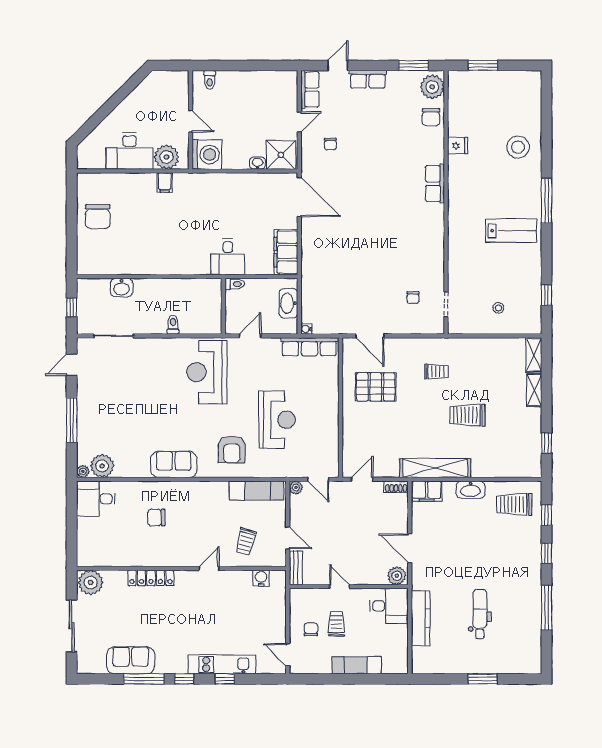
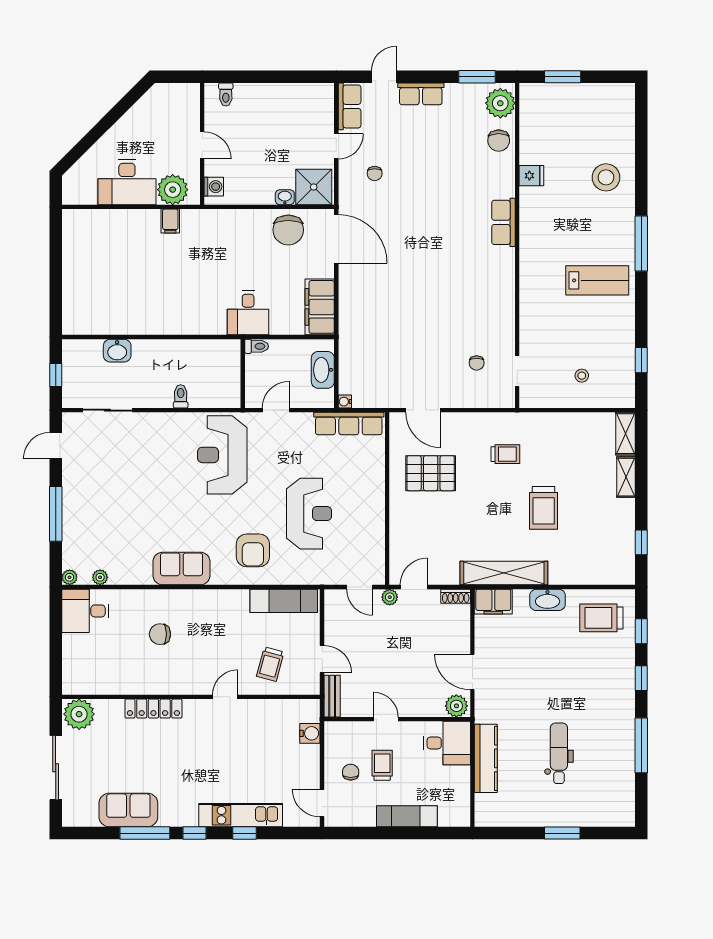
washing machine: (207, 155) -> (214, 187), width x0.53, depth x0.53
chair: (98, 217) -> (288, 230), moved
trolley: (467, 415) -> (544, 508), turned -90
plant: (102, 466) -> (100, 577), width x0.53, depth x0.53
plant: (296, 488) -> (390, 597), moved
water cooler: (261, 578) -> (310, 733), moved, turned 90

